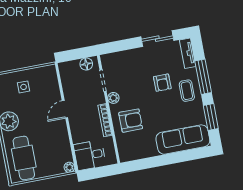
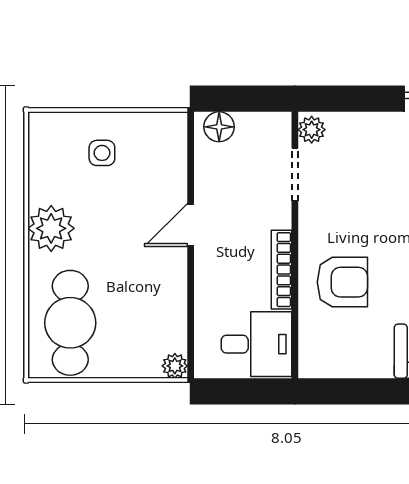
floor lamp: (86, 64) -> (219, 127), moved
plant: (113, 98) -> (312, 130), moved
desk: (90, 155) -> (256, 344), moved, turned 180

